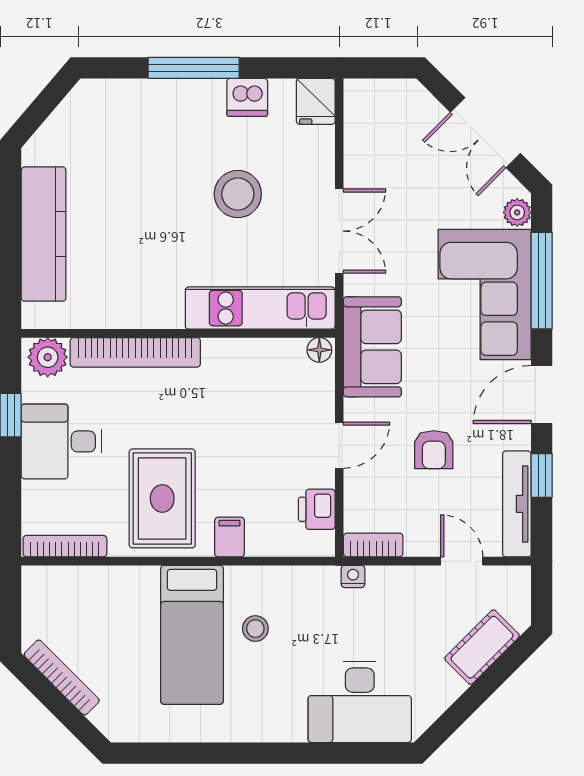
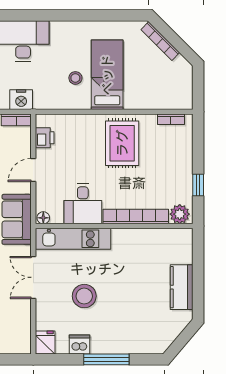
kitchen counter: (44, 234) -> (182, 287), width x0.67
desk: (62, 441) -> (83, 204), moved, turned 90
filing cabinet: (229, 537) -> (88, 124), removed
bookcase: (65, 546) -> (171, 119), width x0.64
nightstand: (353, 576) -> (21, 100), width x1.89, depth x1.79
bookcase: (62, 677) -> (160, 41), moved

